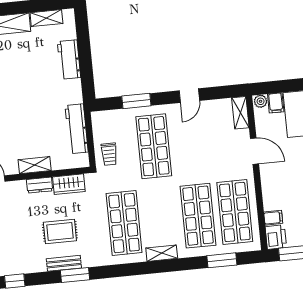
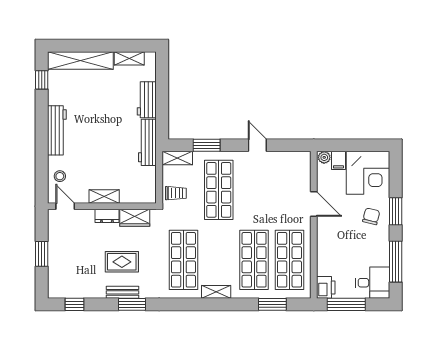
door: (189, 96) -> (257, 145), swing flipped
shelving: (240, 113) -> (177, 158), moved, turned 90
workbench: (77, 129) -> (147, 142), moved
trolley: (109, 154) -> (176, 193), turned -90
filing cabinet: (273, 218) -> (325, 269), removed

